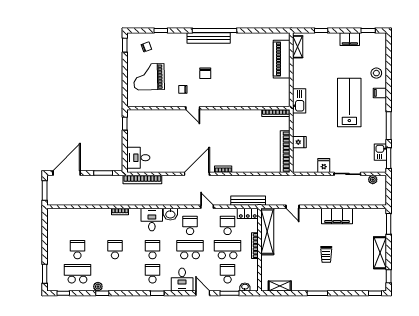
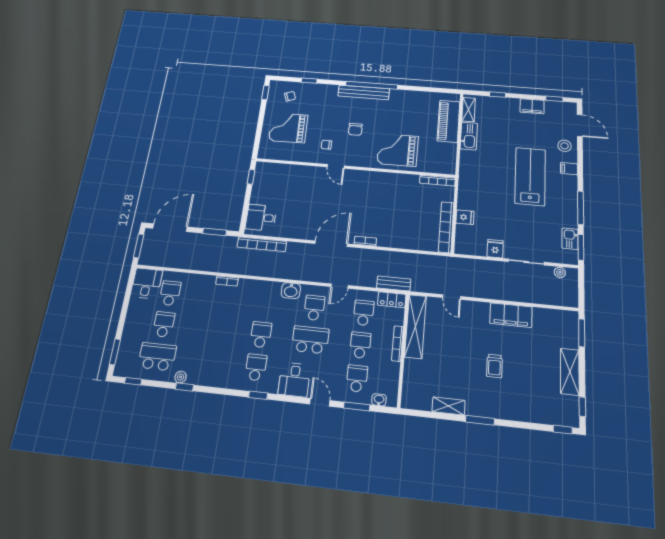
door: (389, 54) -> (580, 125), added
grand piano: (242, 89) -> (398, 150), added
kitchen sink: (299, 101) -> (469, 136), moved
bench: (248, 201) -> (394, 283), width x0.73
door: (207, 207) -> (339, 286), swing flipped
desk: (152, 220) -> (147, 283), moved
school desk: (115, 250) -> (170, 293), moved
school desk: (228, 250) -> (360, 345), width x0.54
shelving: (280, 286) -> (449, 406), moved

